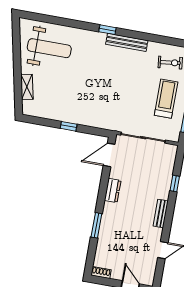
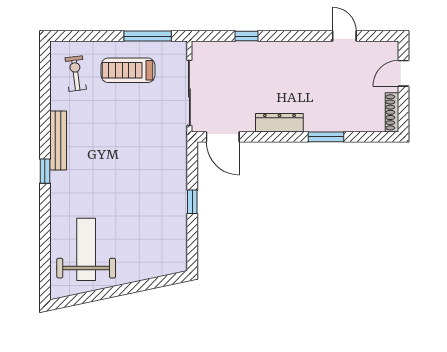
shelving: (27, 87) -> (147, 271), removed
dresser: (113, 190) -> (279, 123), width x1.44
bench: (161, 214) -> (293, 49), removed
shoe rack: (101, 273) -> (392, 112), width x1.43

